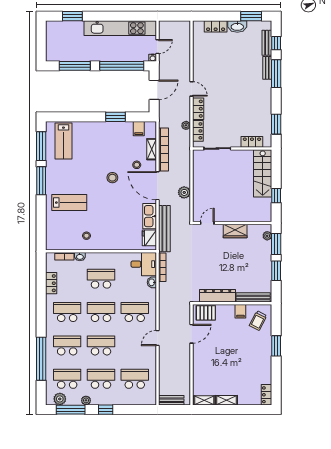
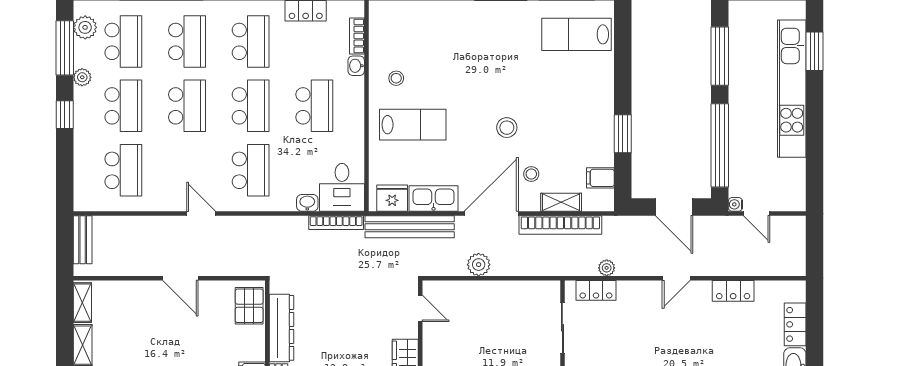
kitchen unit: (120, 28) -> (792, 89), moved
locker: (198, 109) -> (733, 291), moved
lab bench: (69, 203) -> (413, 125), moved, turned -90
door: (191, 334) -> (180, 278), moved

